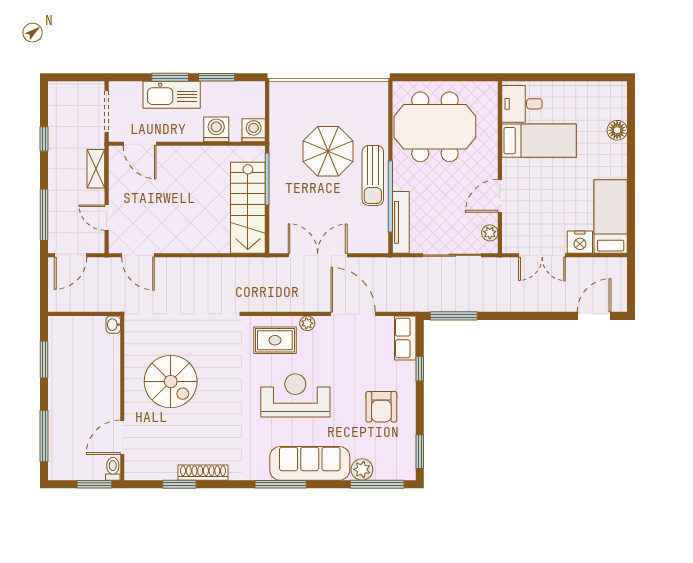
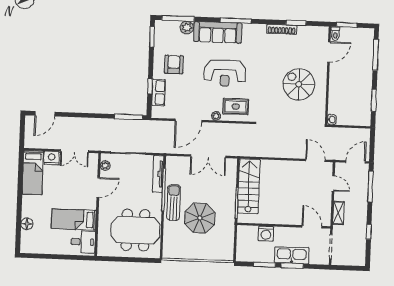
washing machine: (254, 130) -> (244, 232), removed
double door: (542, 255) -> (75, 151), swing flipped
door: (353, 314) -> (188, 120), hinge flipped
row of seats: (405, 338) -> (158, 93), moved

